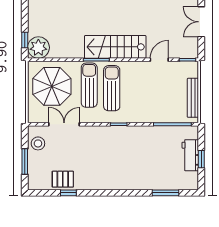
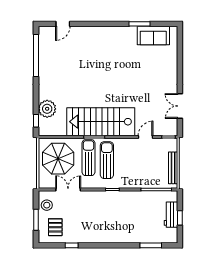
stairs: (115, 47) -> (101, 122), width x1.36, depth x1.51
plant: (38, 48) -> (47, 109), moved
pallet: (63, 179) -> (55, 227), moved, turned 90

